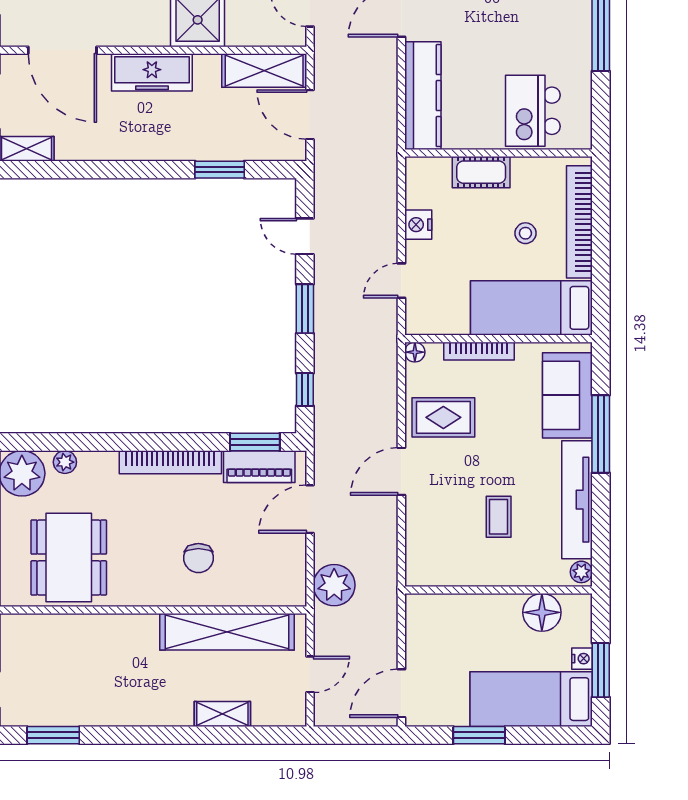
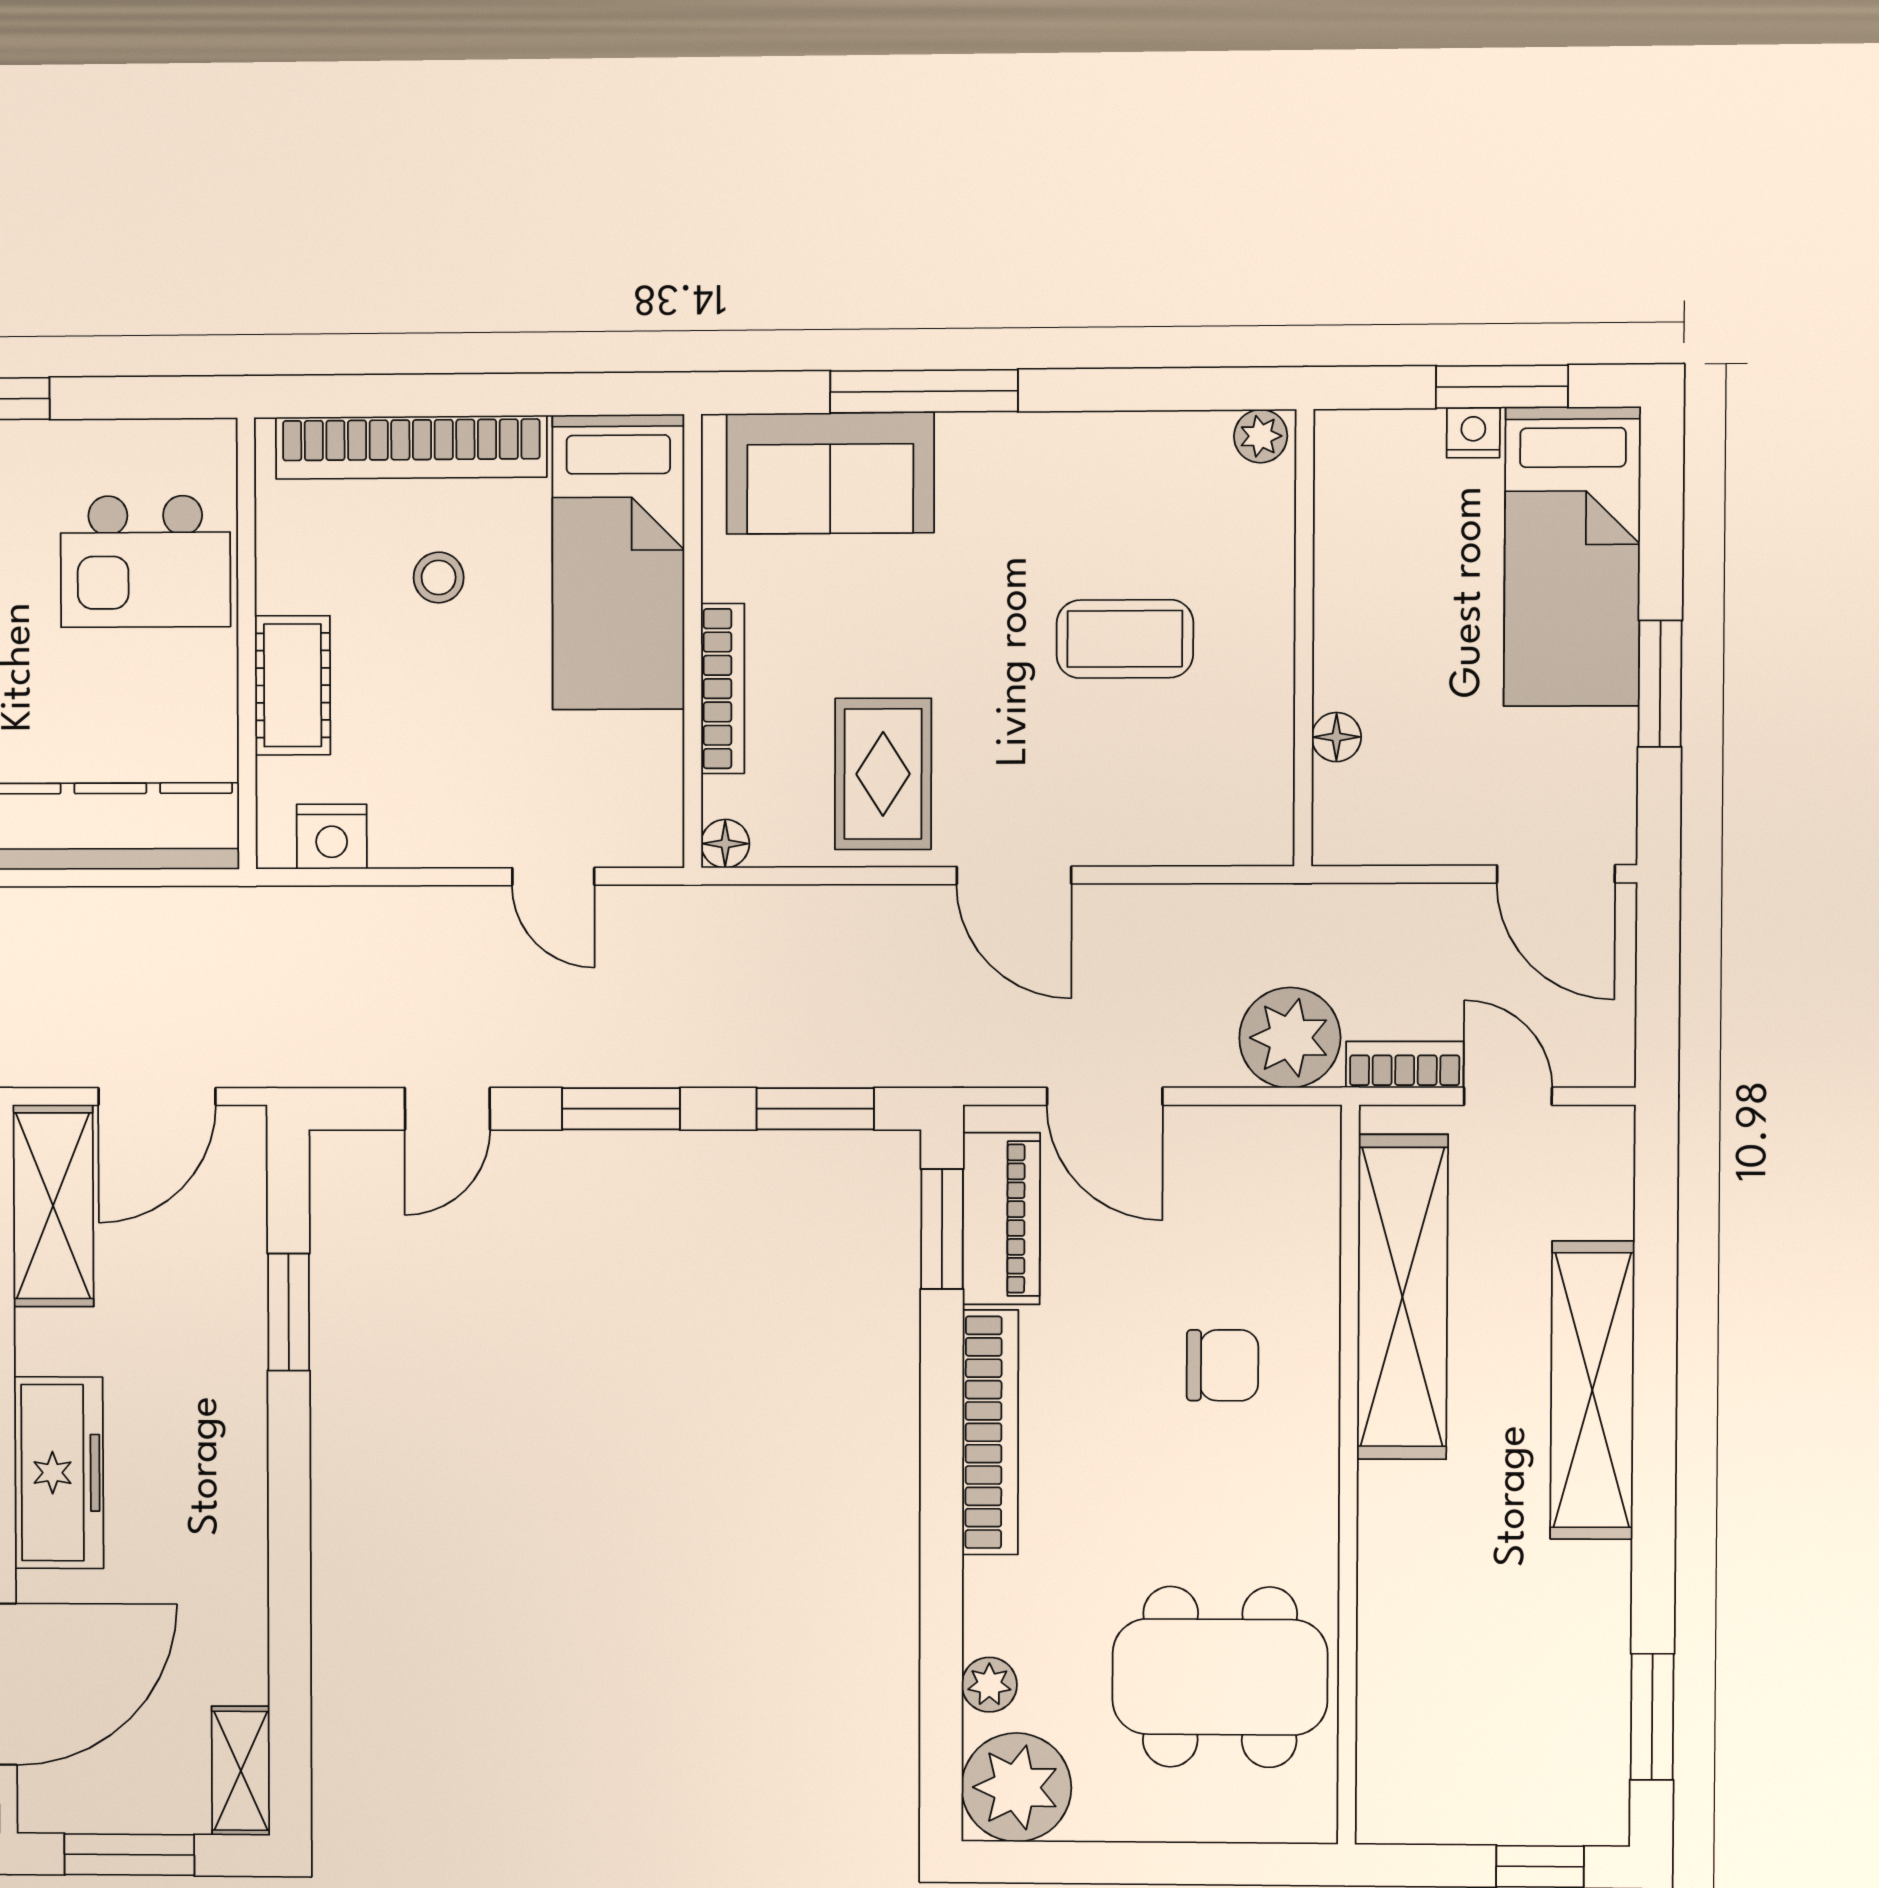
nightstand: (418, 225) -> (332, 837), moved
window: (305, 389) -> (815, 1109), width x1.50
tv unit: (577, 500) -> (1084, 448), removed
coffee table: (499, 517) -> (1125, 639), width x1.36, depth x1.30
floor lamp: (542, 612) -> (1336, 737), moved, width x0.53, depth x0.53
bookcase: (323, 632) -> (1405, 1065), added
shelving: (222, 714) -> (1592, 1390), width x2.20, depth x1.33

